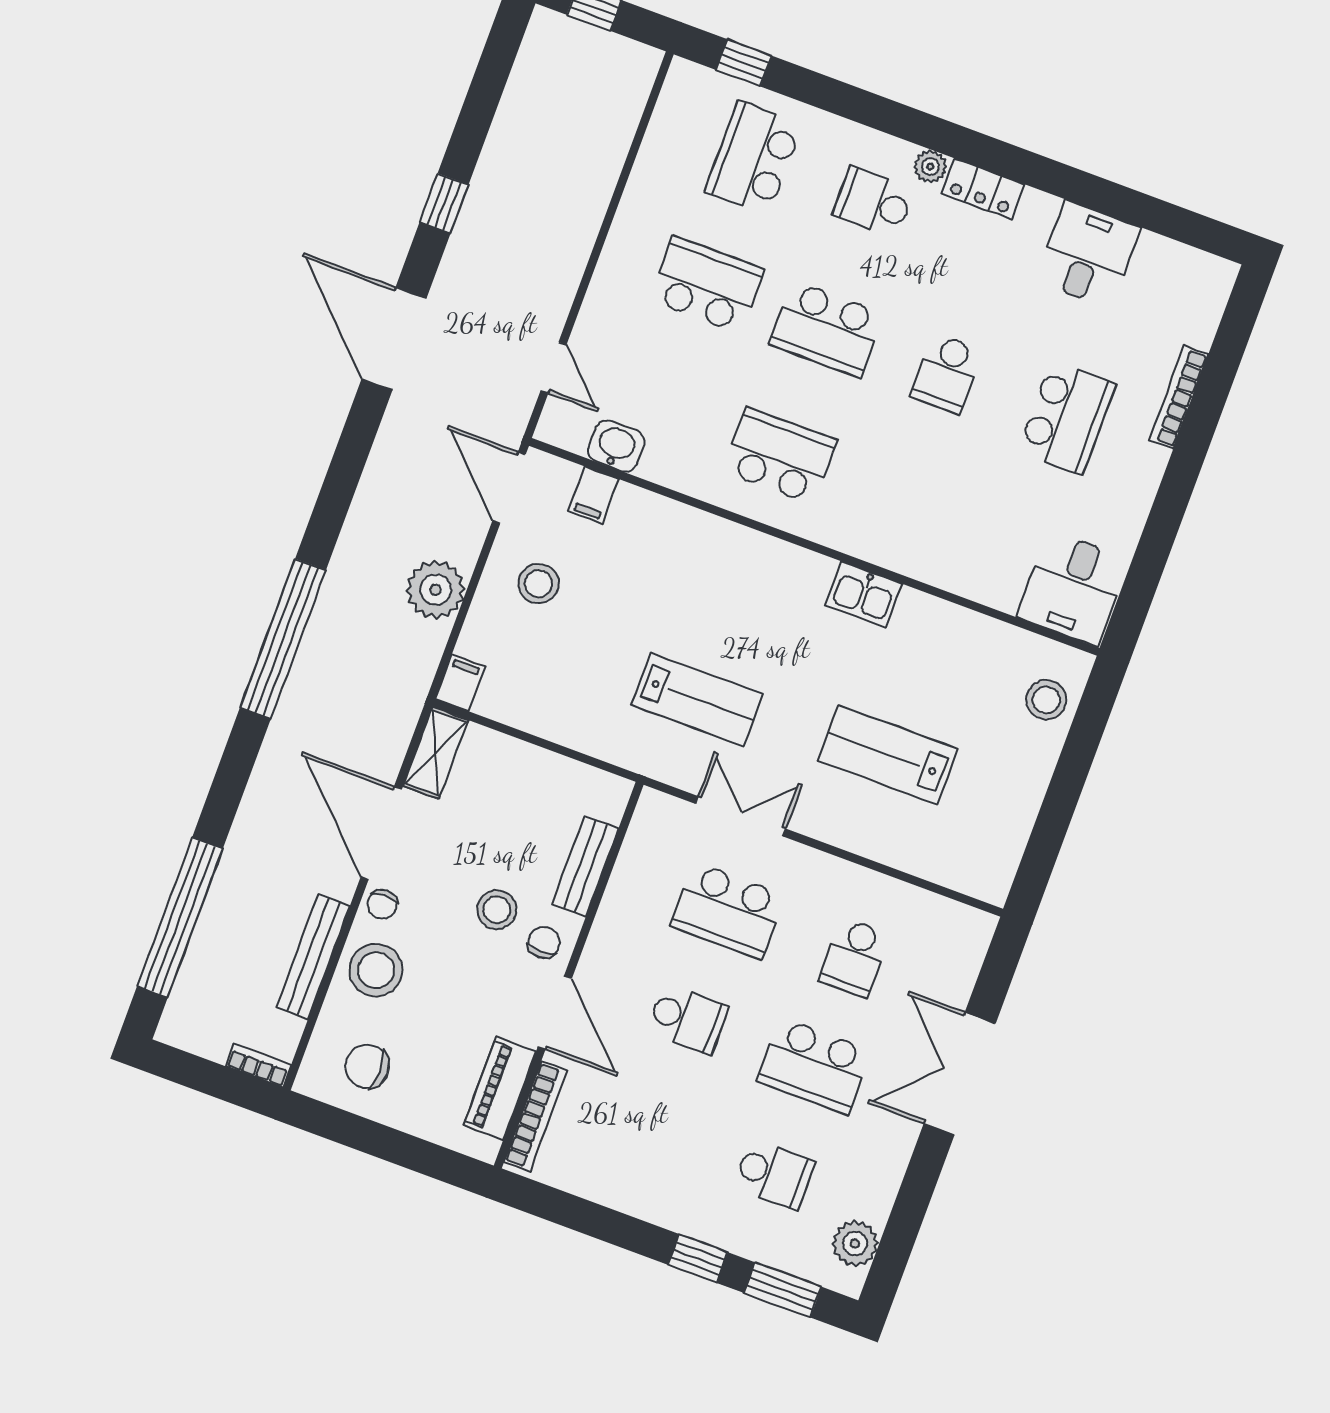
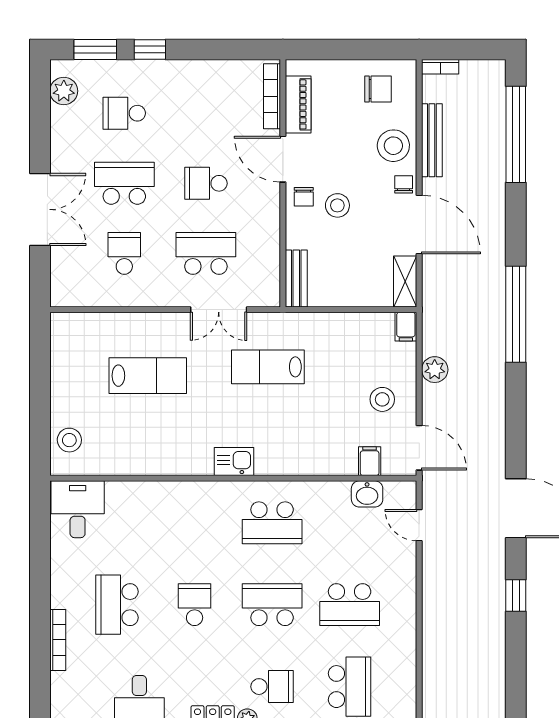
plant: (436, 590) -> (435, 370), width x0.73, depth x0.73
kitchen sink: (864, 594) -> (234, 462), moved
bench: (585, 866) -> (296, 279), moved

